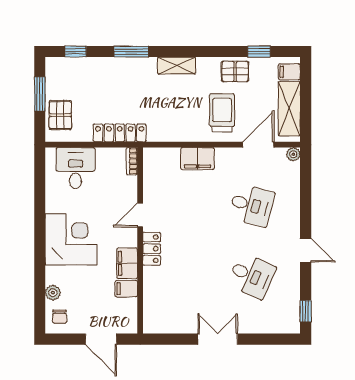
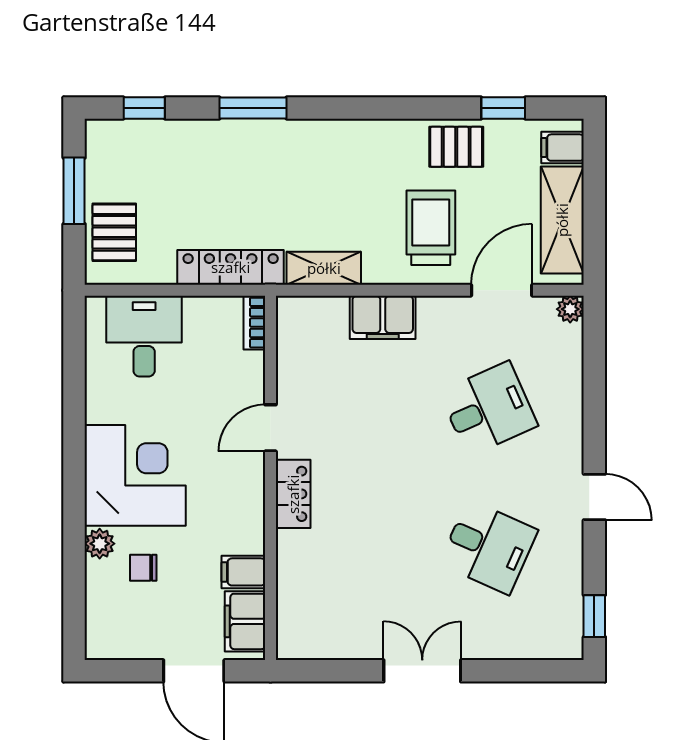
shelving: (177, 66) -> (324, 268), moved
desk: (251, 205) -> (488, 409), turned -39
filing cabinet: (127, 263) -> (245, 621), moved
plant: (53, 293) -> (100, 544), moved
chair: (60, 317) -> (143, 568), moved, turned 90

